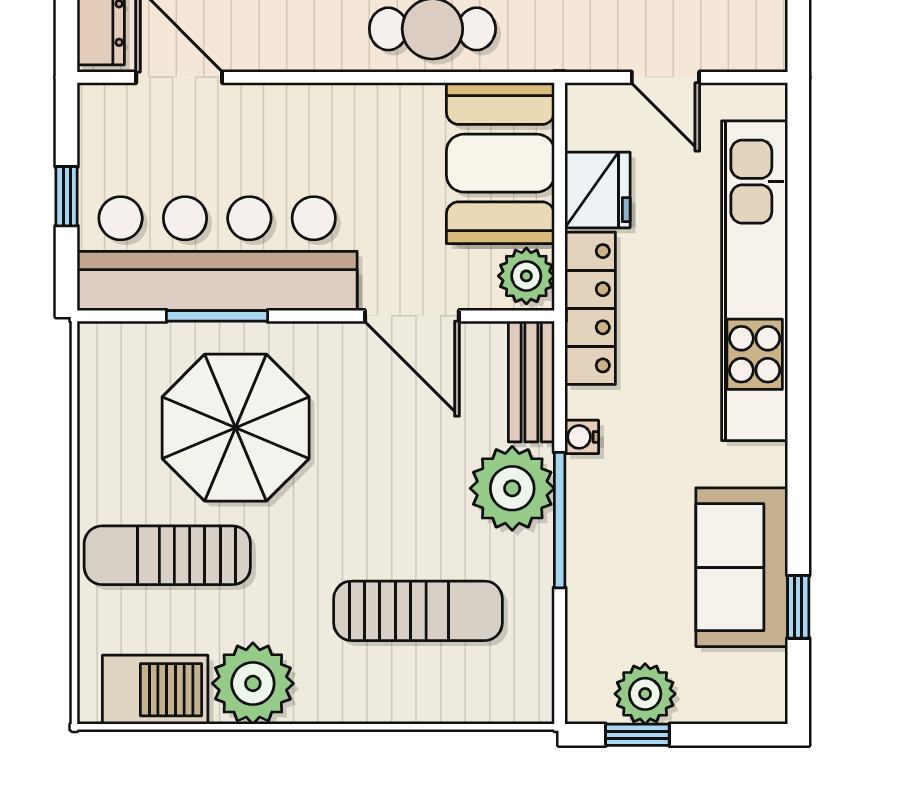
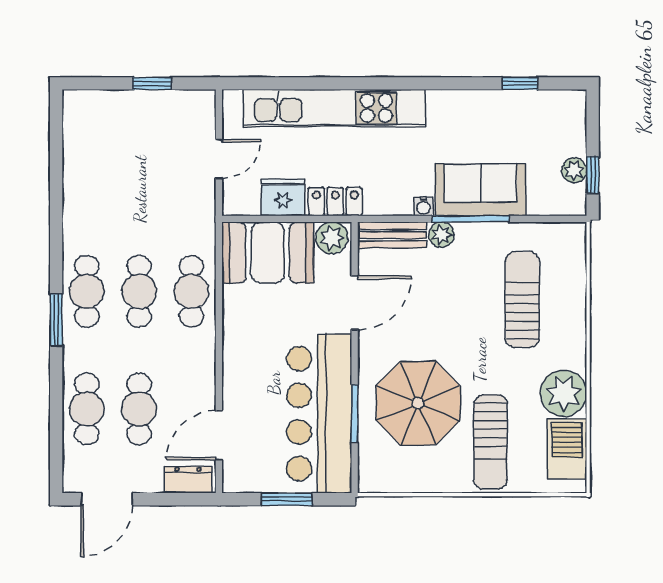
window: (67, 196) -> (287, 499), width x1.50
locker: (590, 308) -> (335, 202), width x0.66
plant: (512, 488) -> (441, 235), width x0.53, depth x0.53
sofa: (742, 567) -> (480, 190), moved, turned 180
plant: (645, 694) -> (574, 170), width x0.73, depth x0.73

